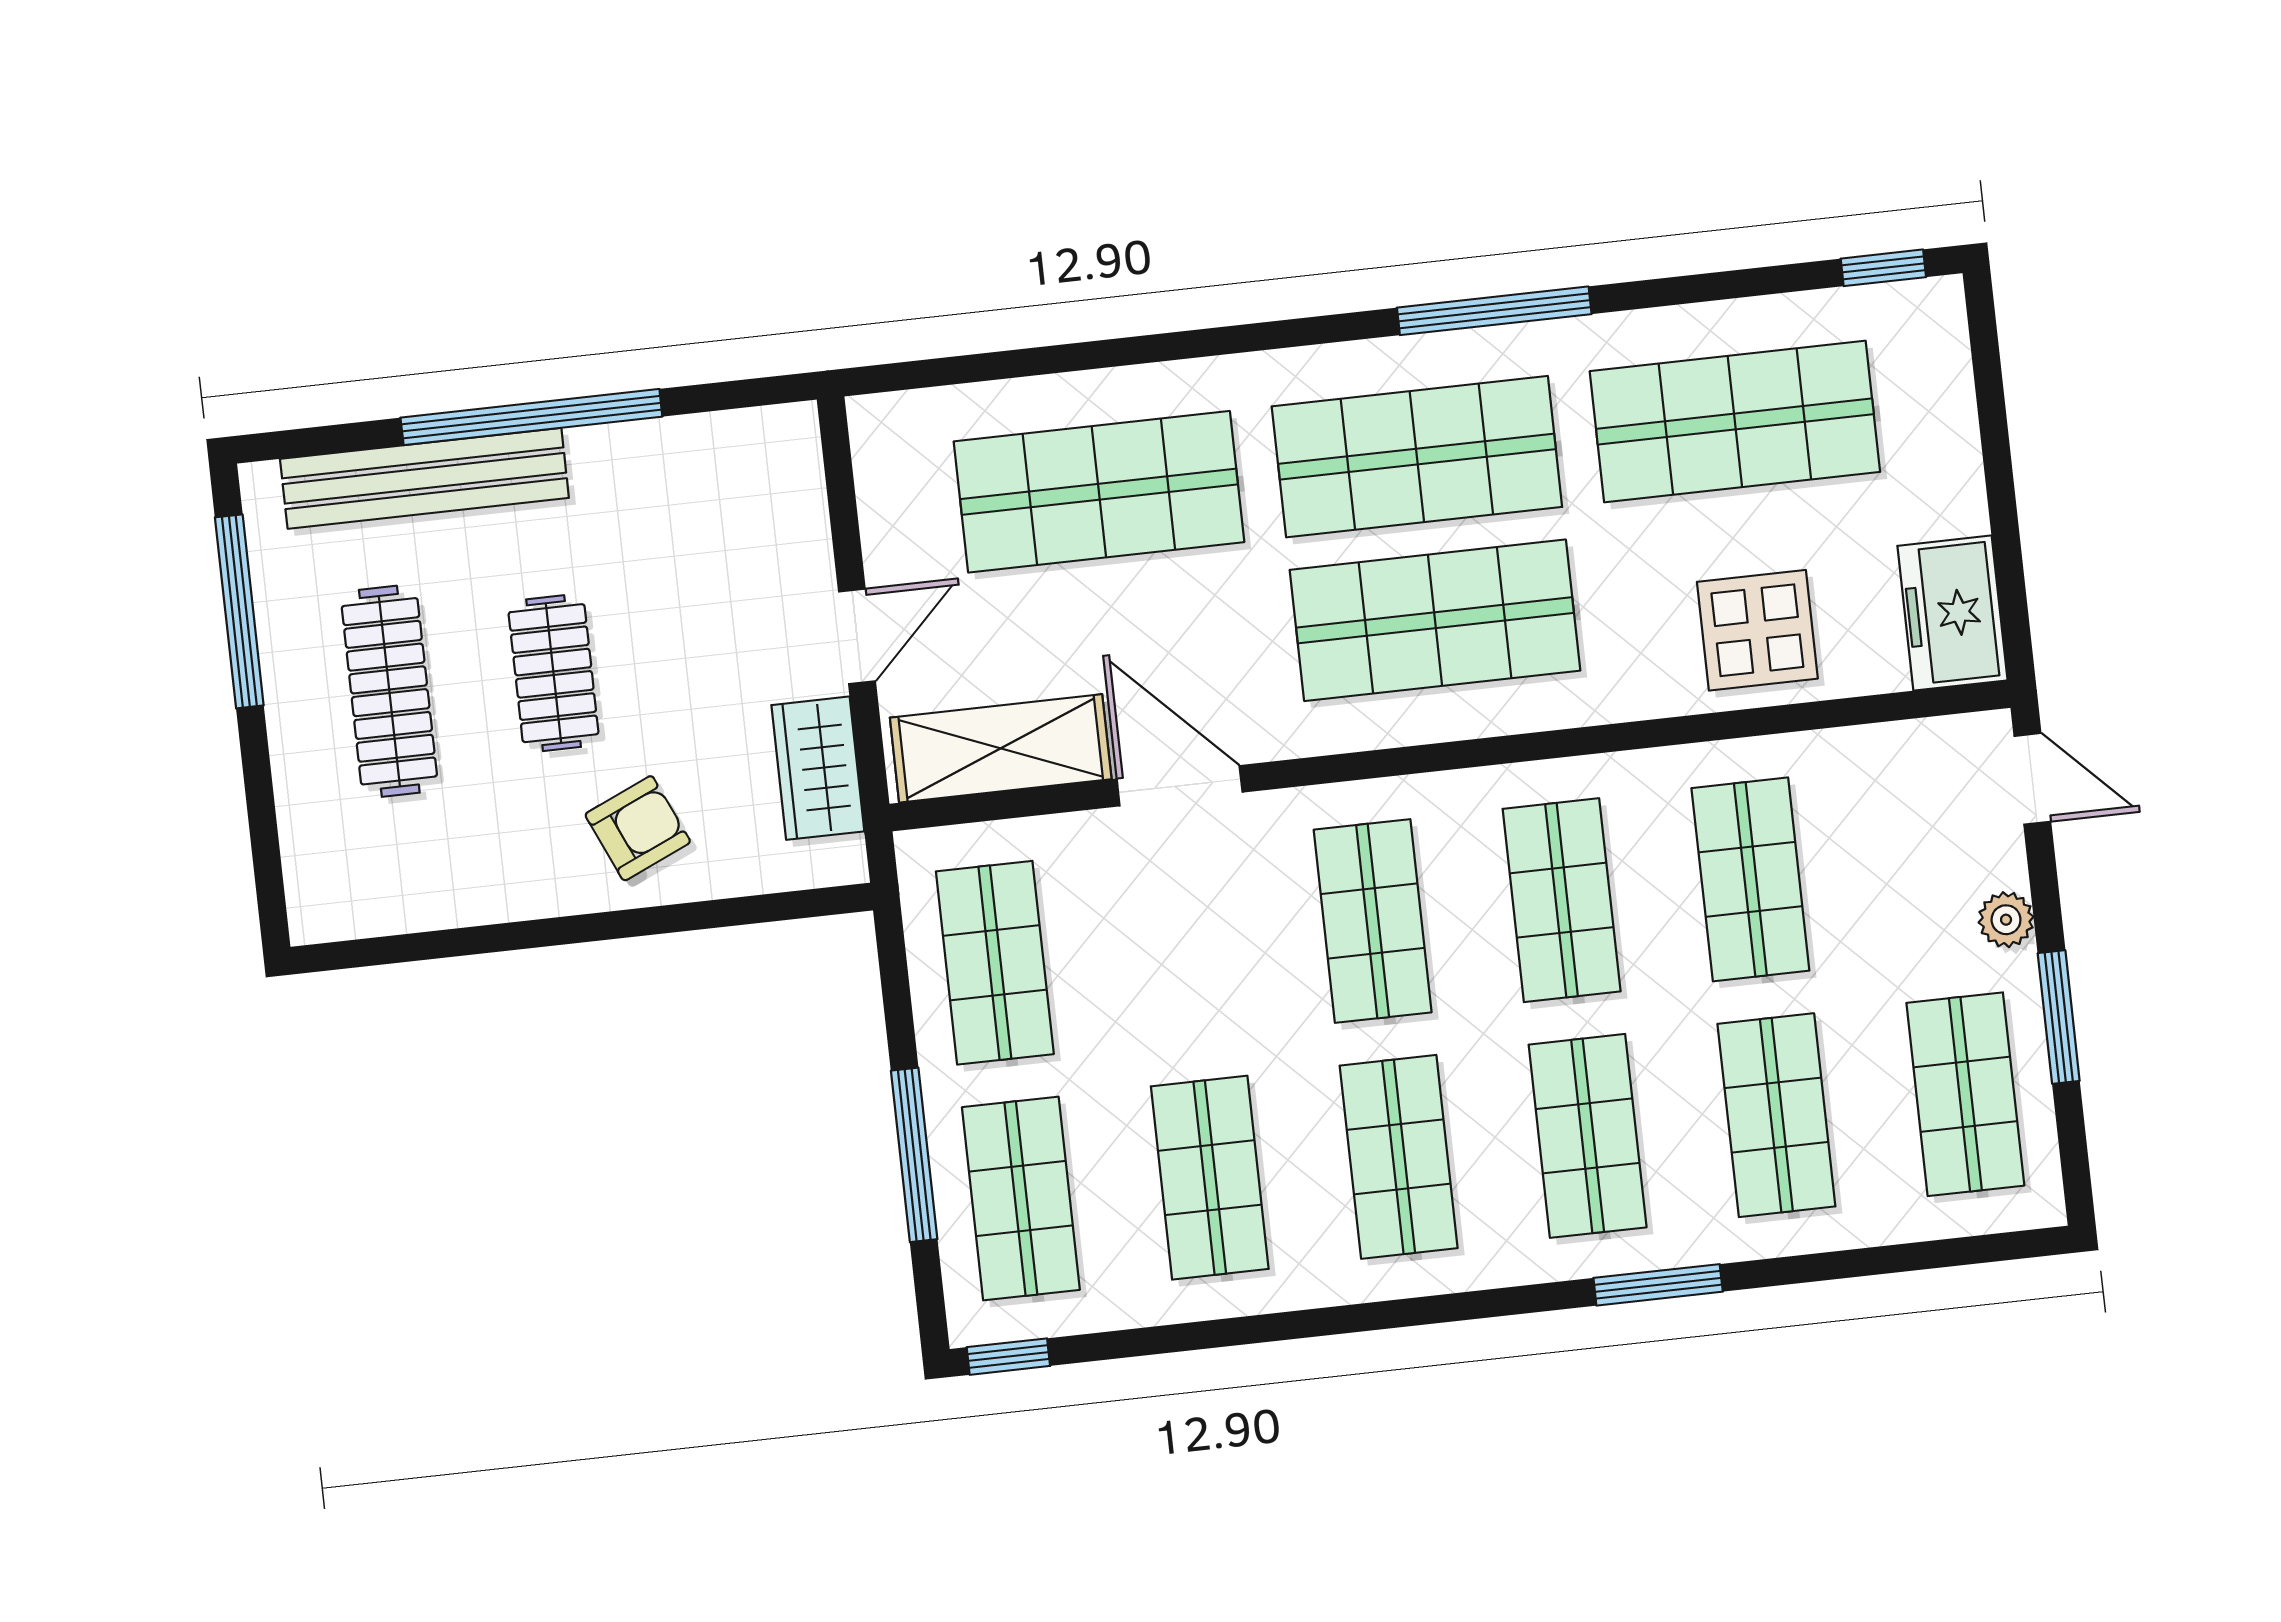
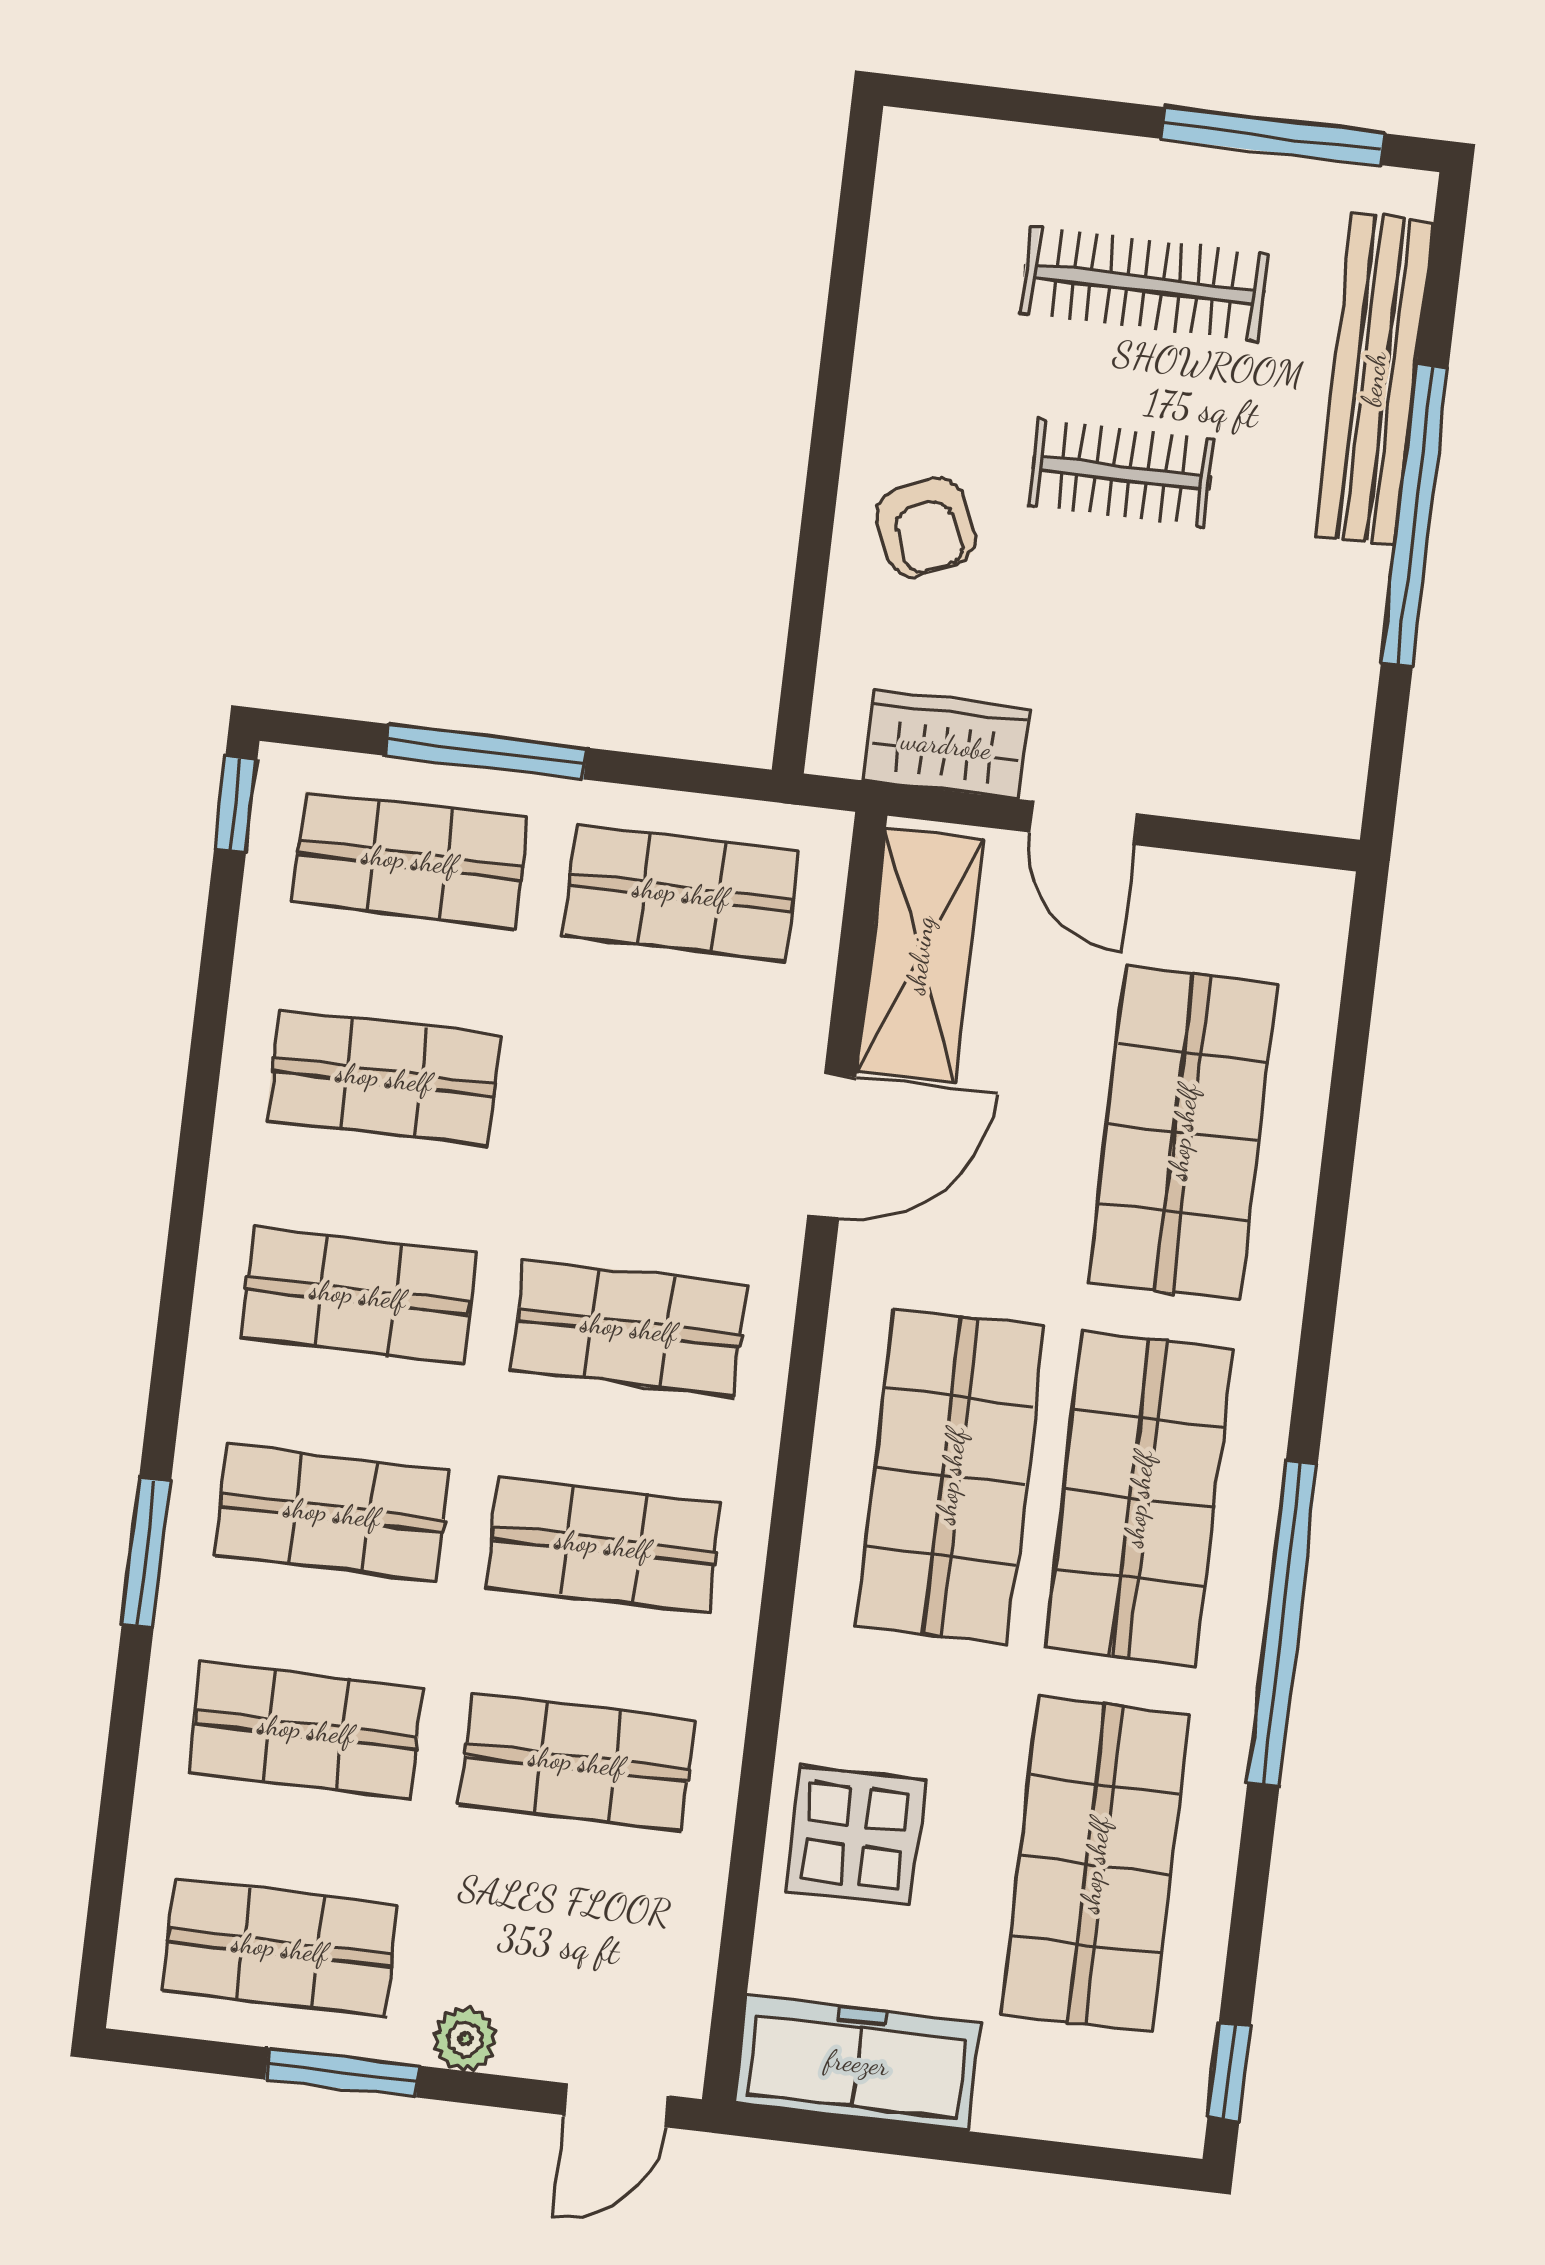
window: (1494, 311) -> (1283, 1623), width x1.46
freezer: (1952, 613) -> (857, 2063), width x1.40

